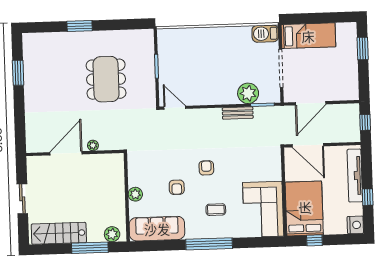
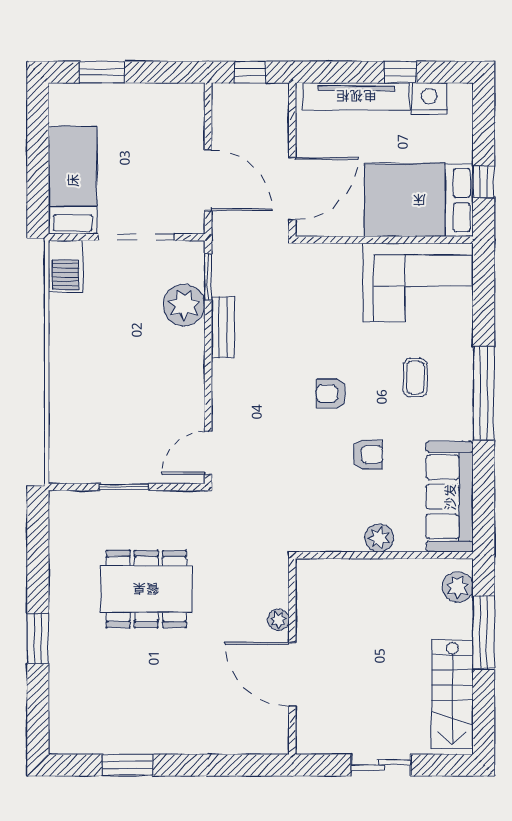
nightstand: (355, 225) -> (429, 99), moved

